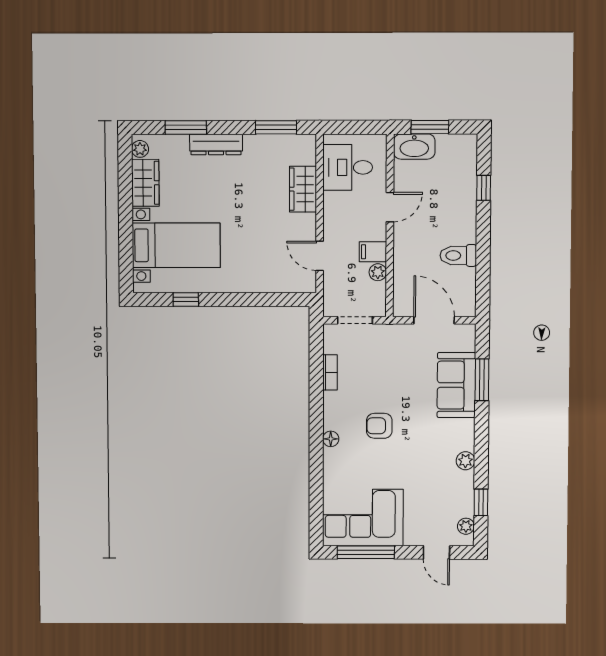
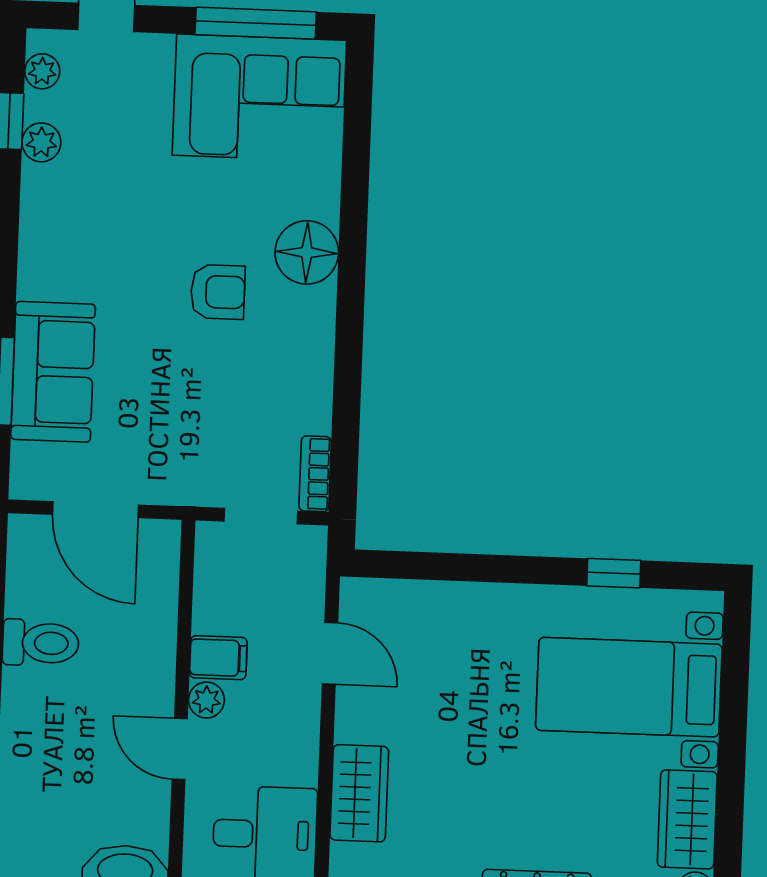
door: (390, 207) -> (180, 749), hinge flipped
plant: (378, 272) -> (206, 700), moved
bookcase: (330, 372) -> (315, 474), moved
floor lamp: (331, 439) -> (307, 252), width x1.89, depth x1.89
plant: (466, 461) -> (41, 142), moved

